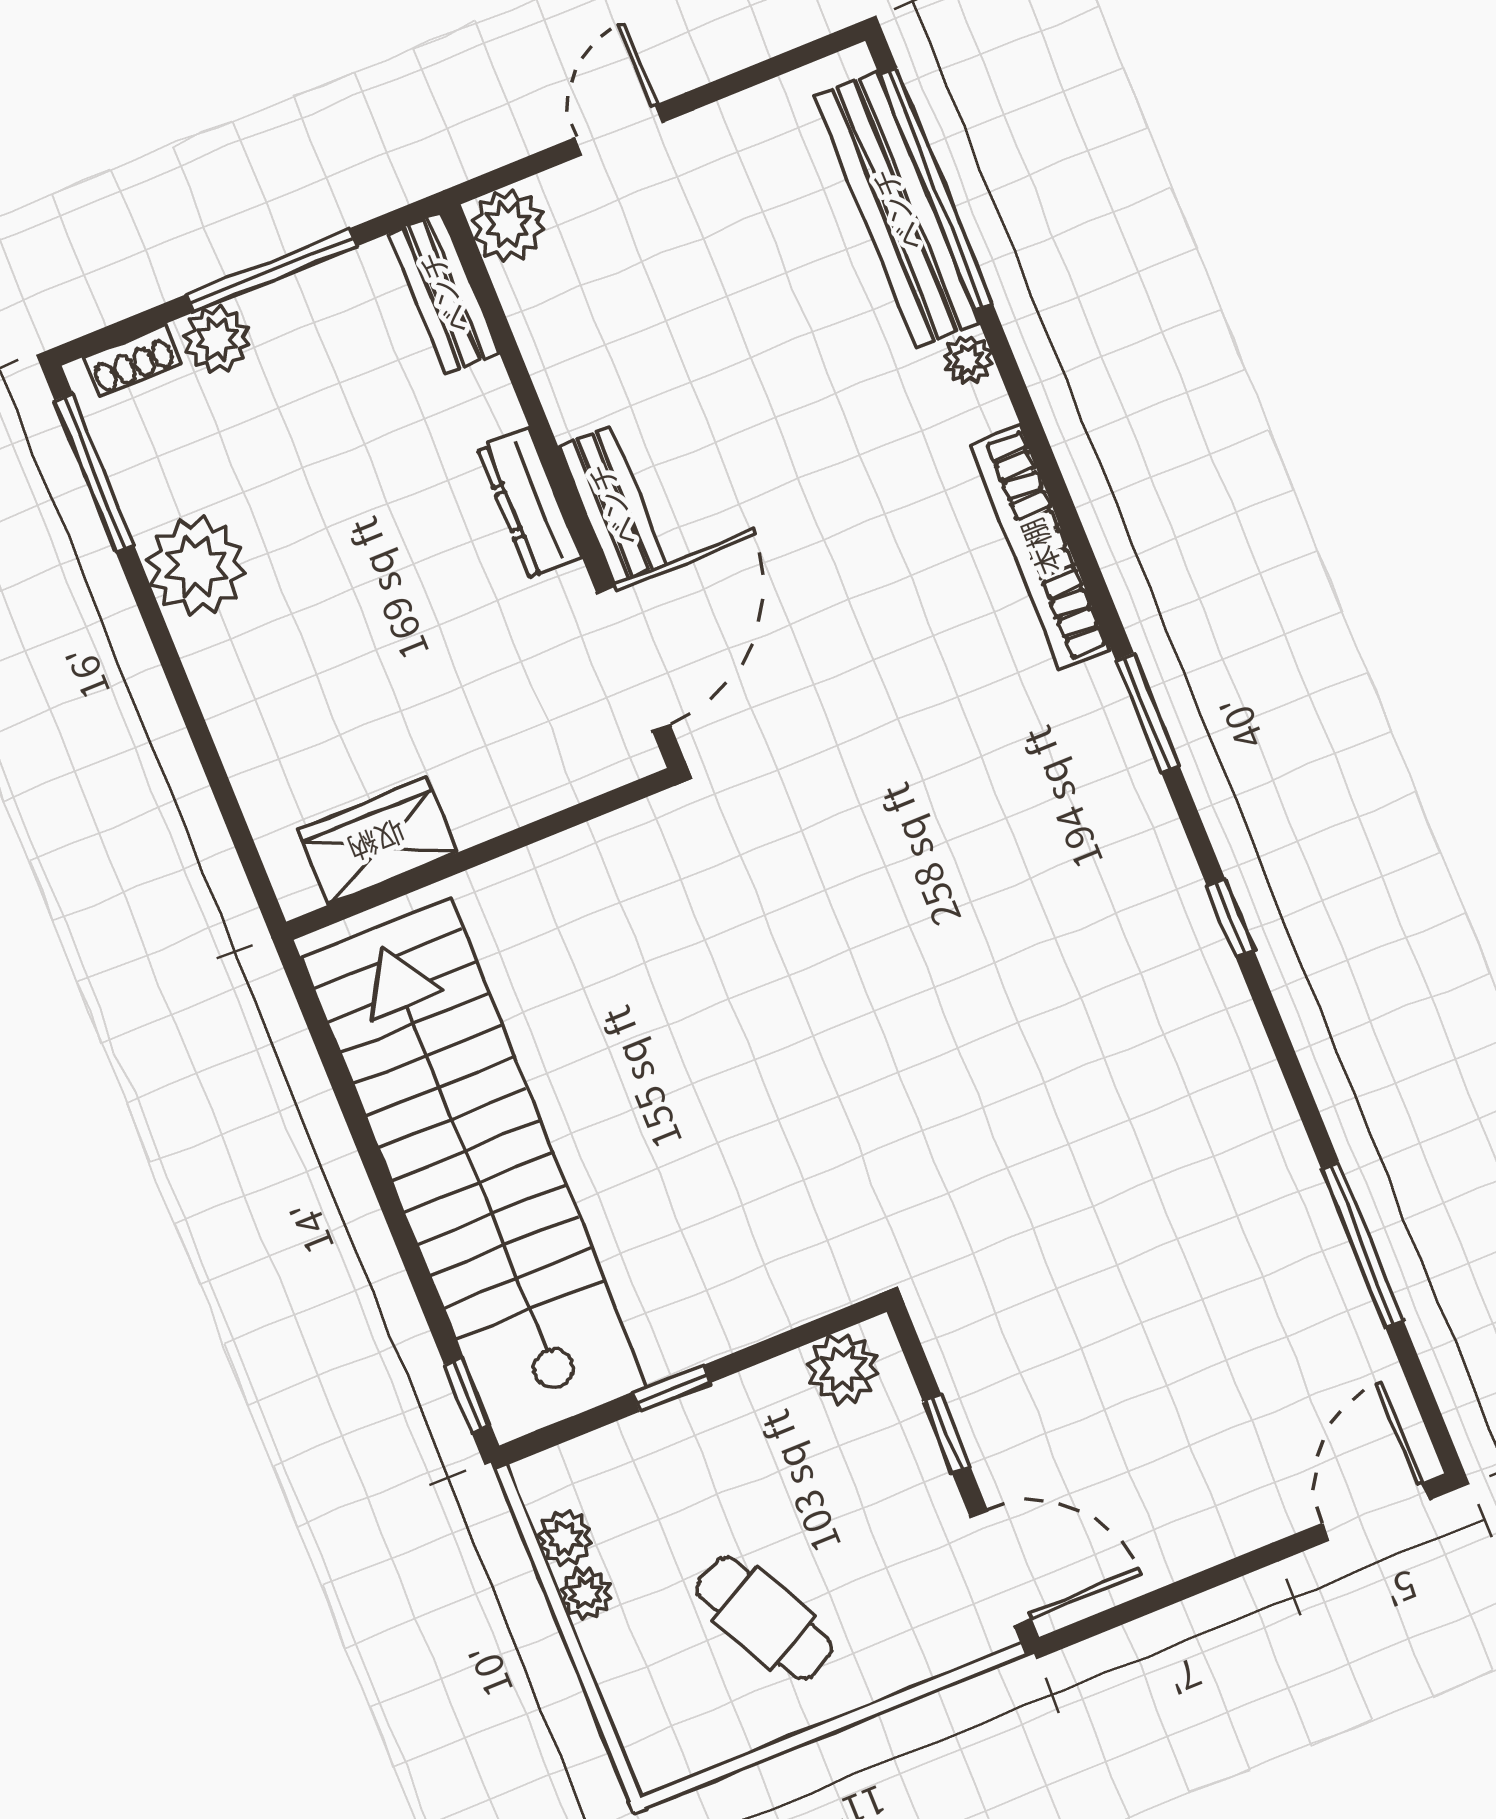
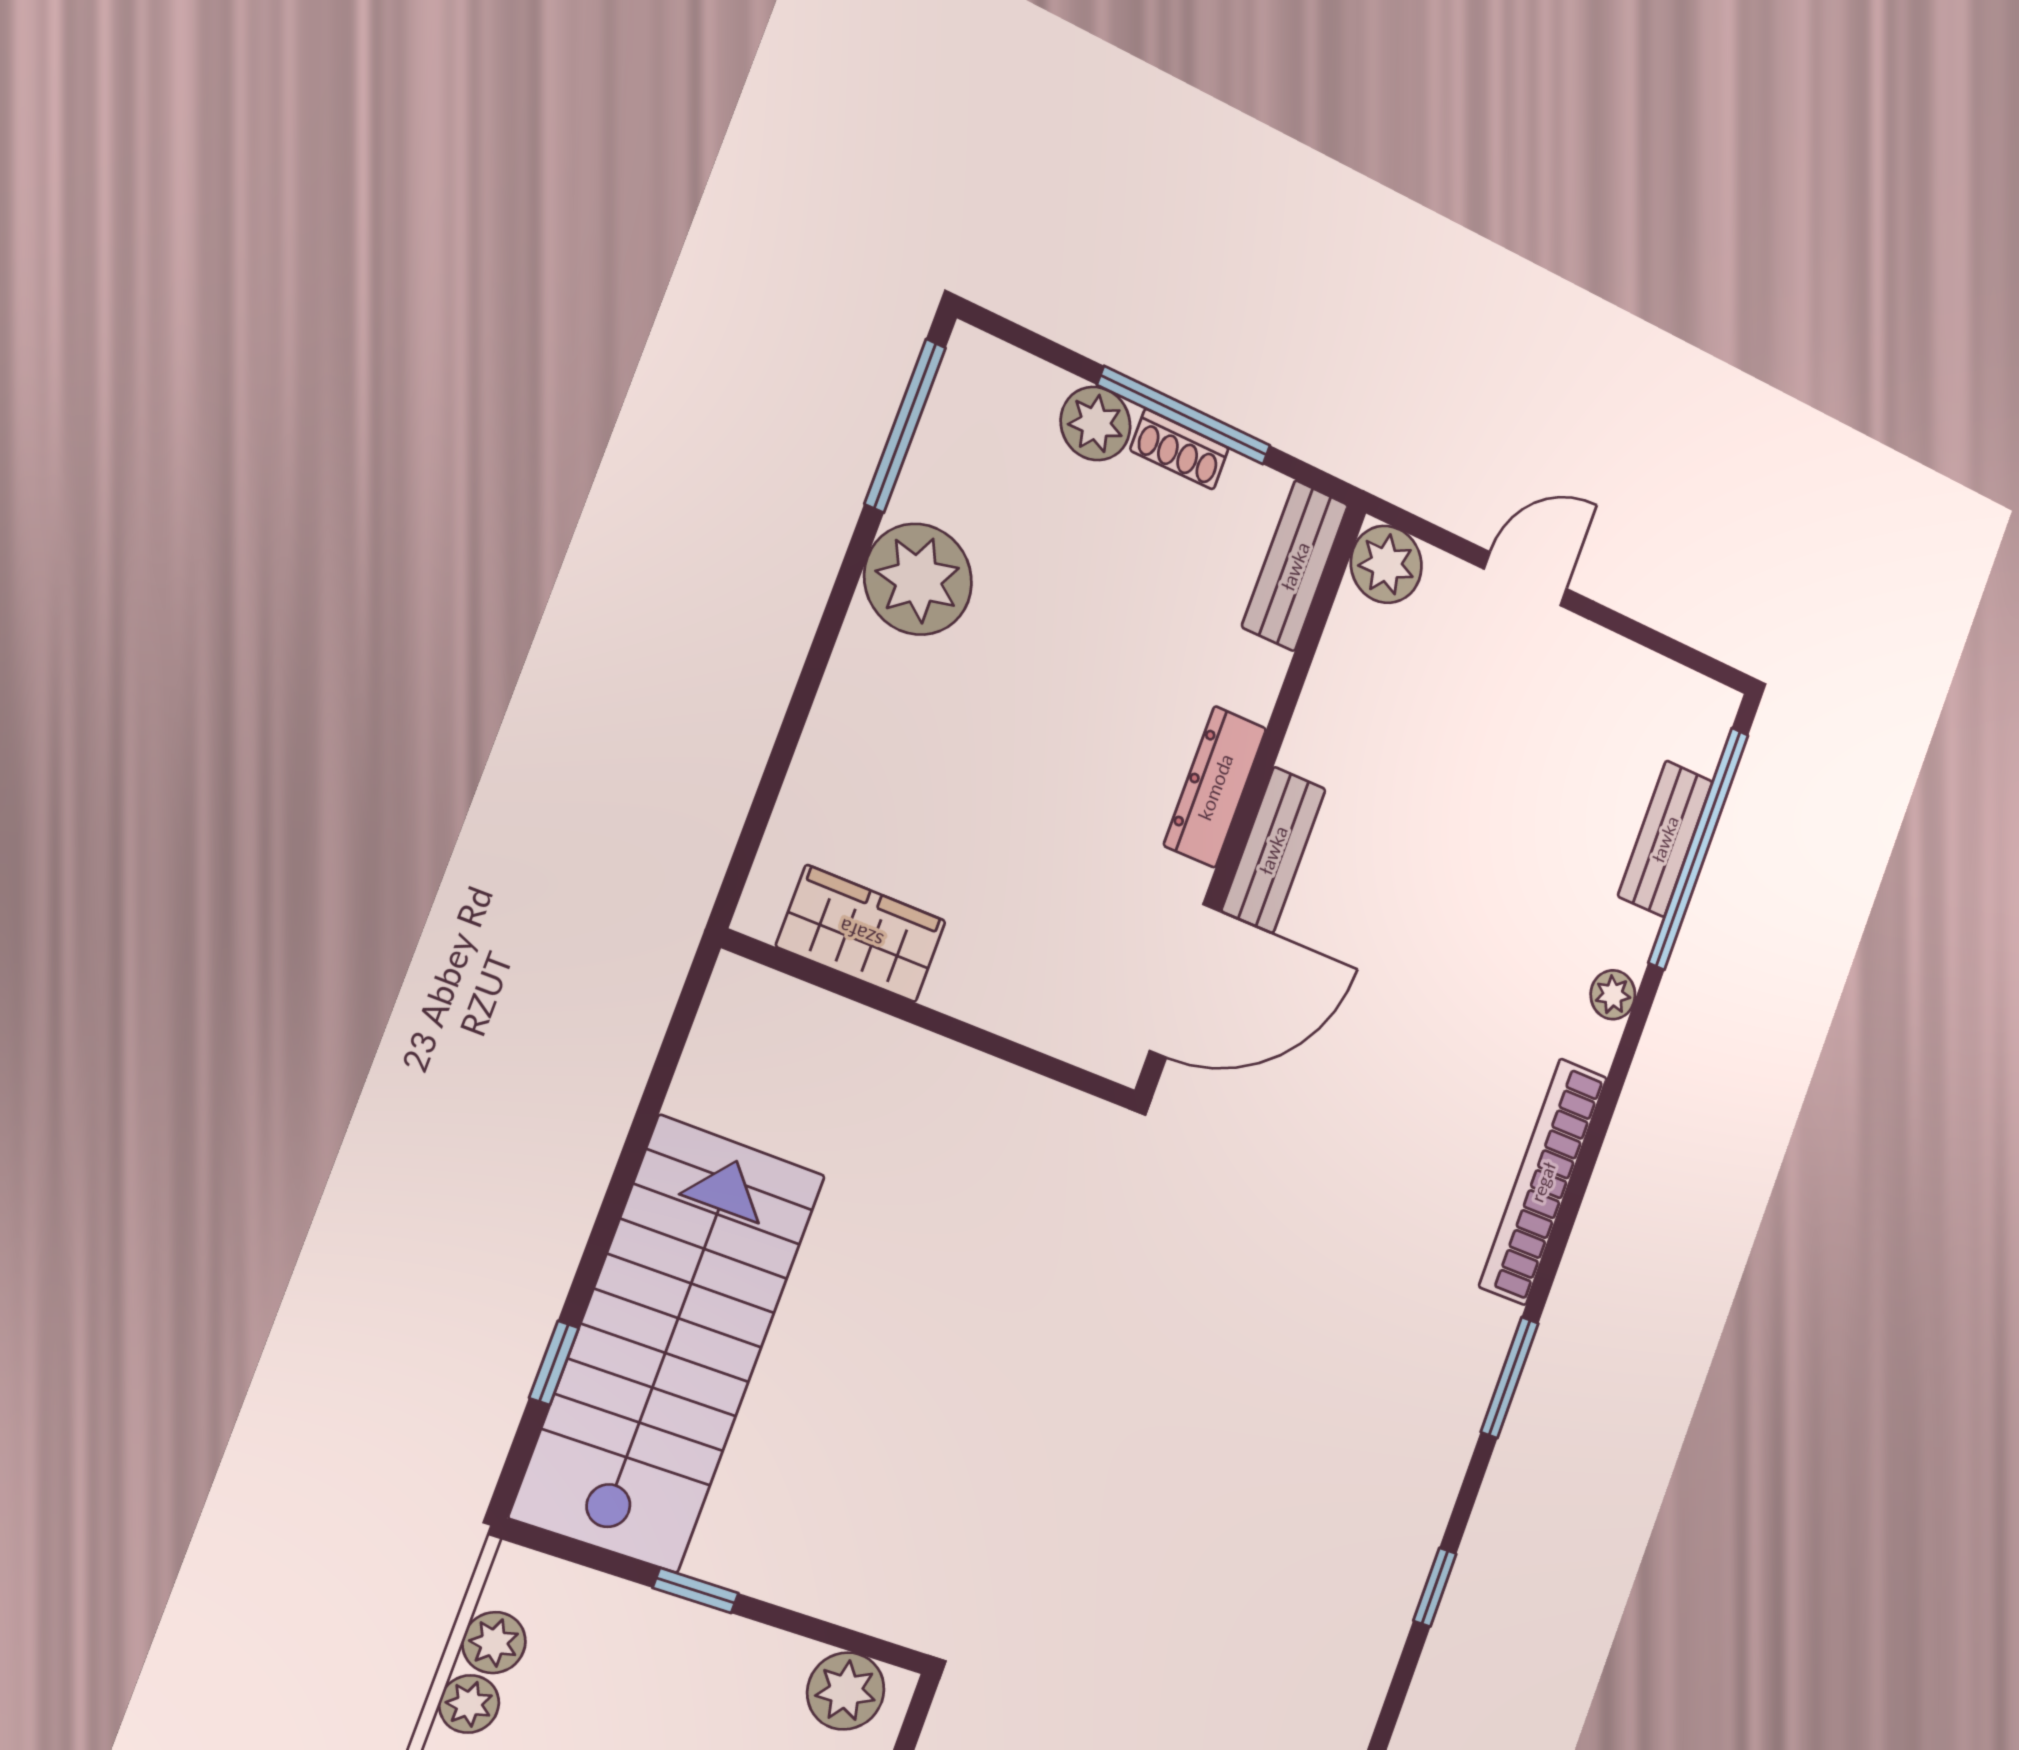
bench: (897, 210) -> (1665, 839), width x0.54, depth x0.82
shoe rack: (132, 360) -> (1179, 449), moved
stairs: (475, 1173) -> (668, 1345), width x0.73
window: (467, 1395) -> (554, 1363), moved

